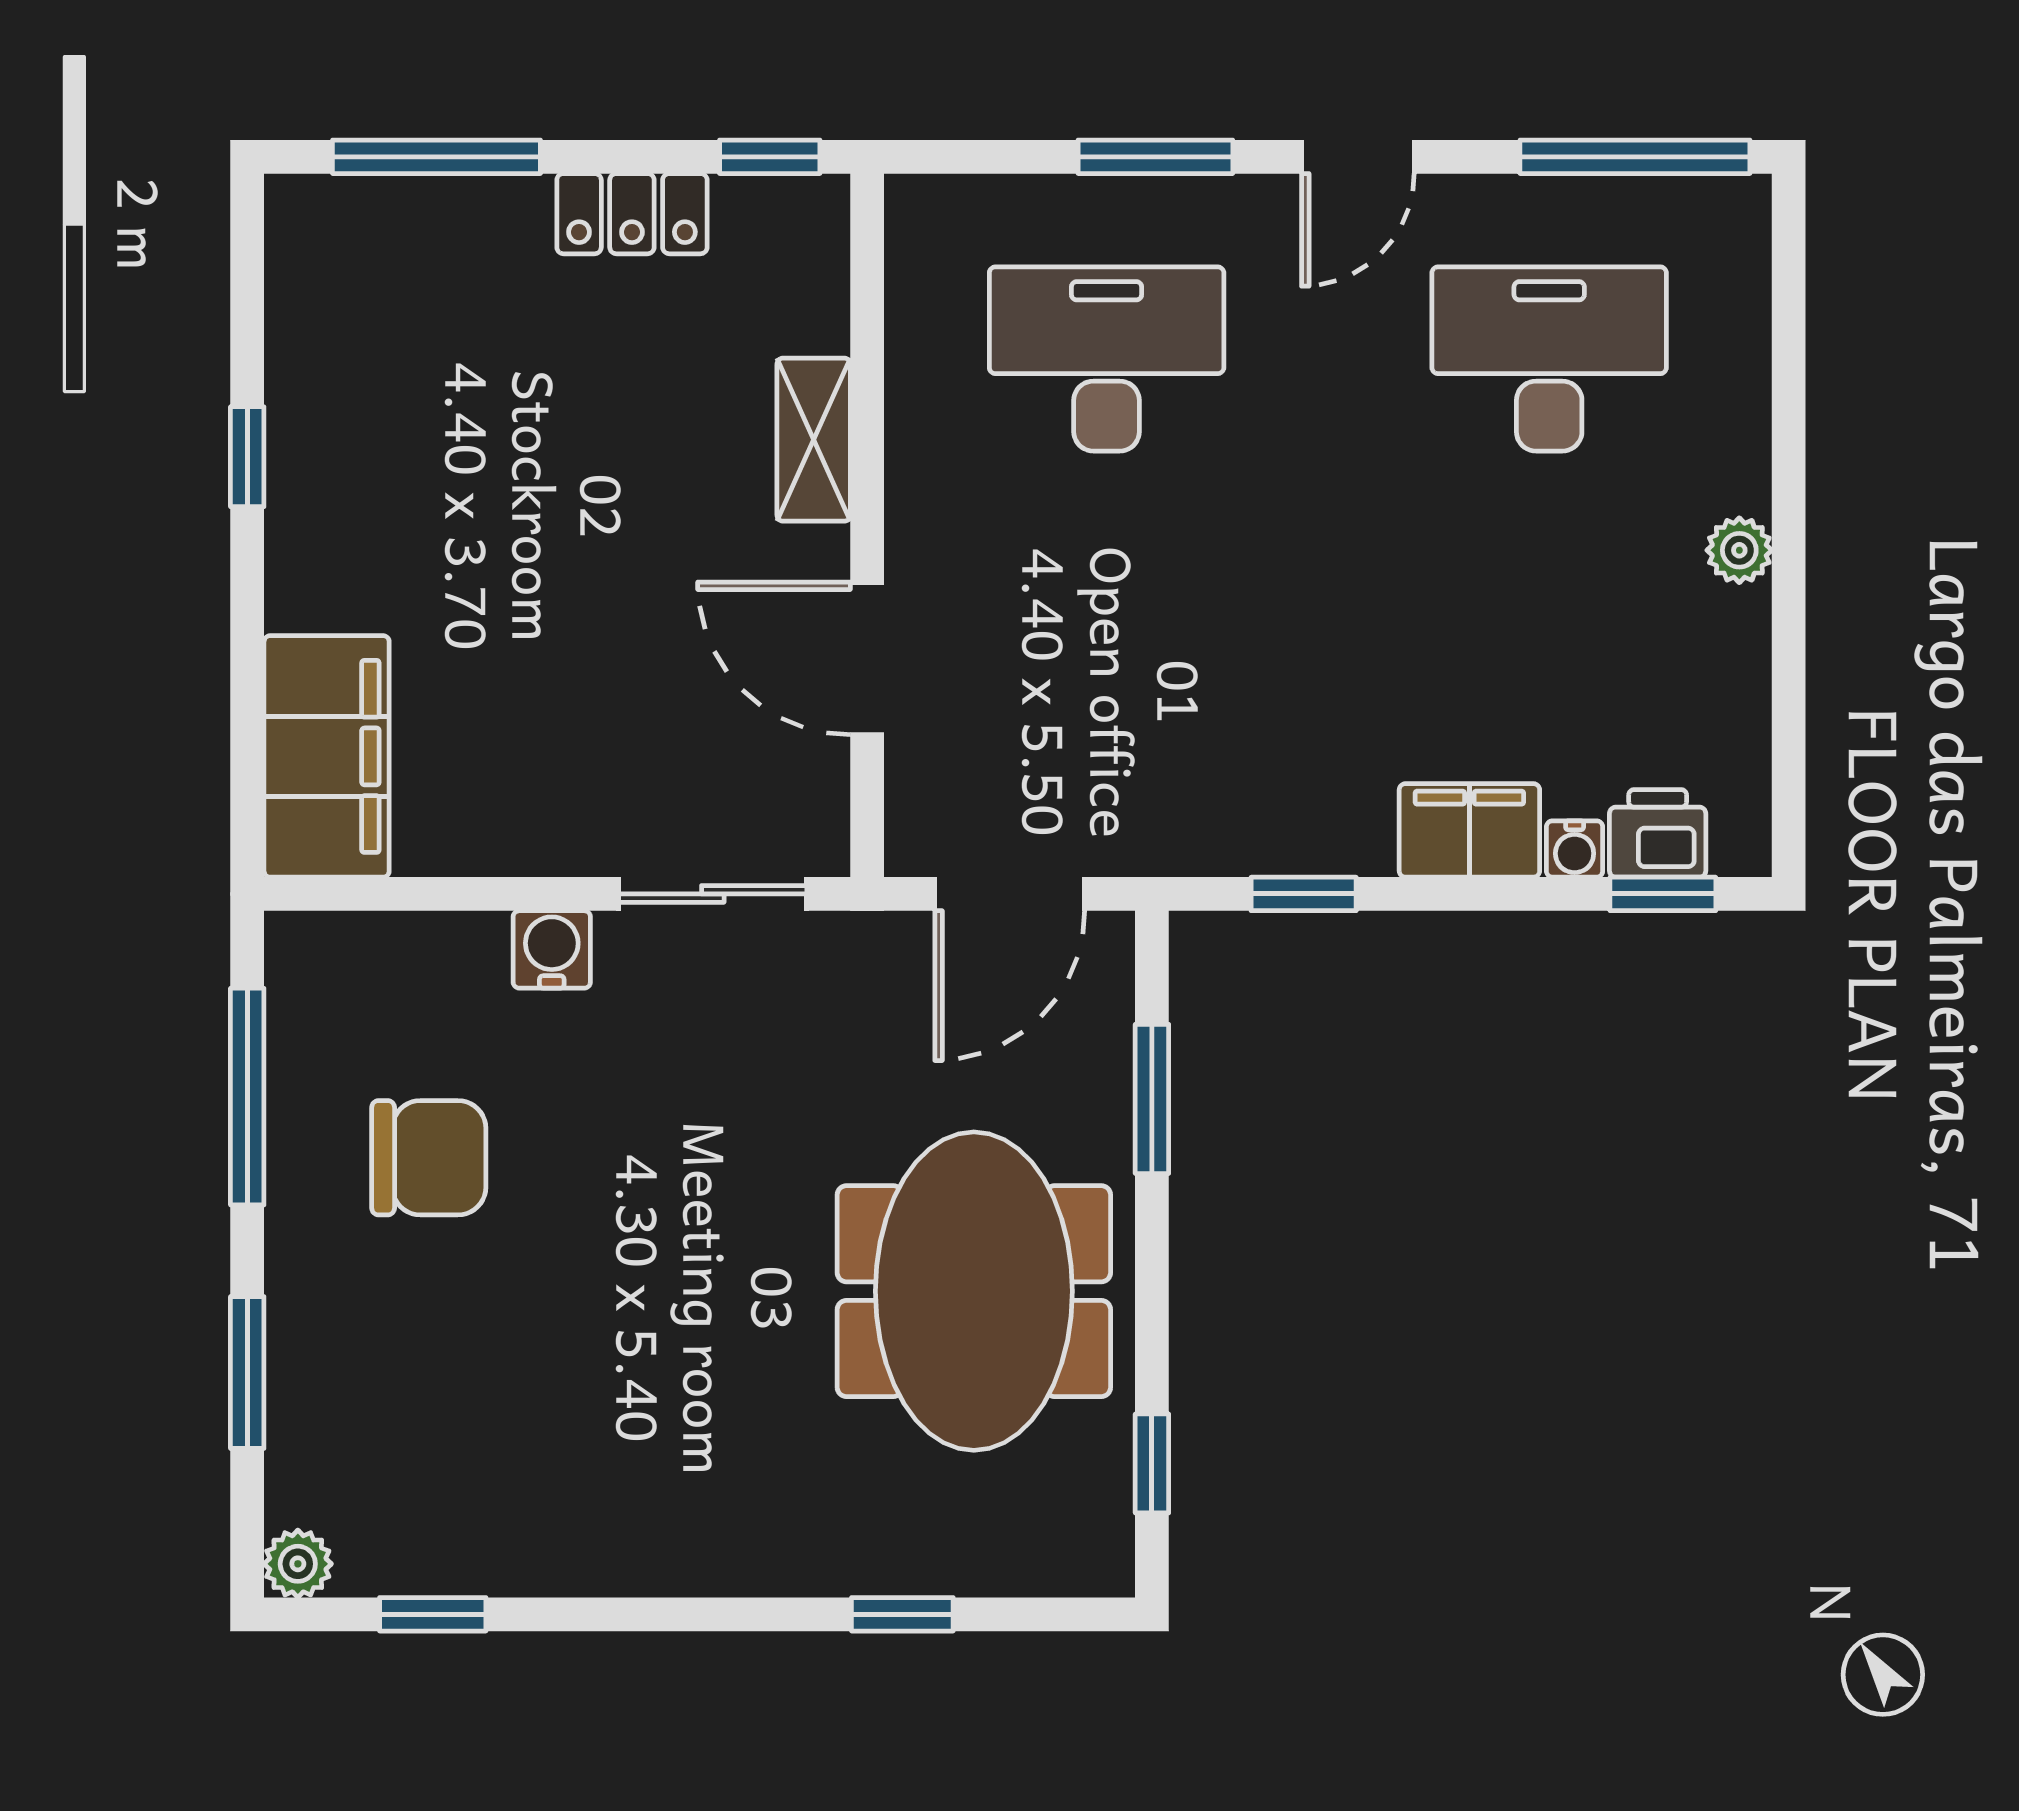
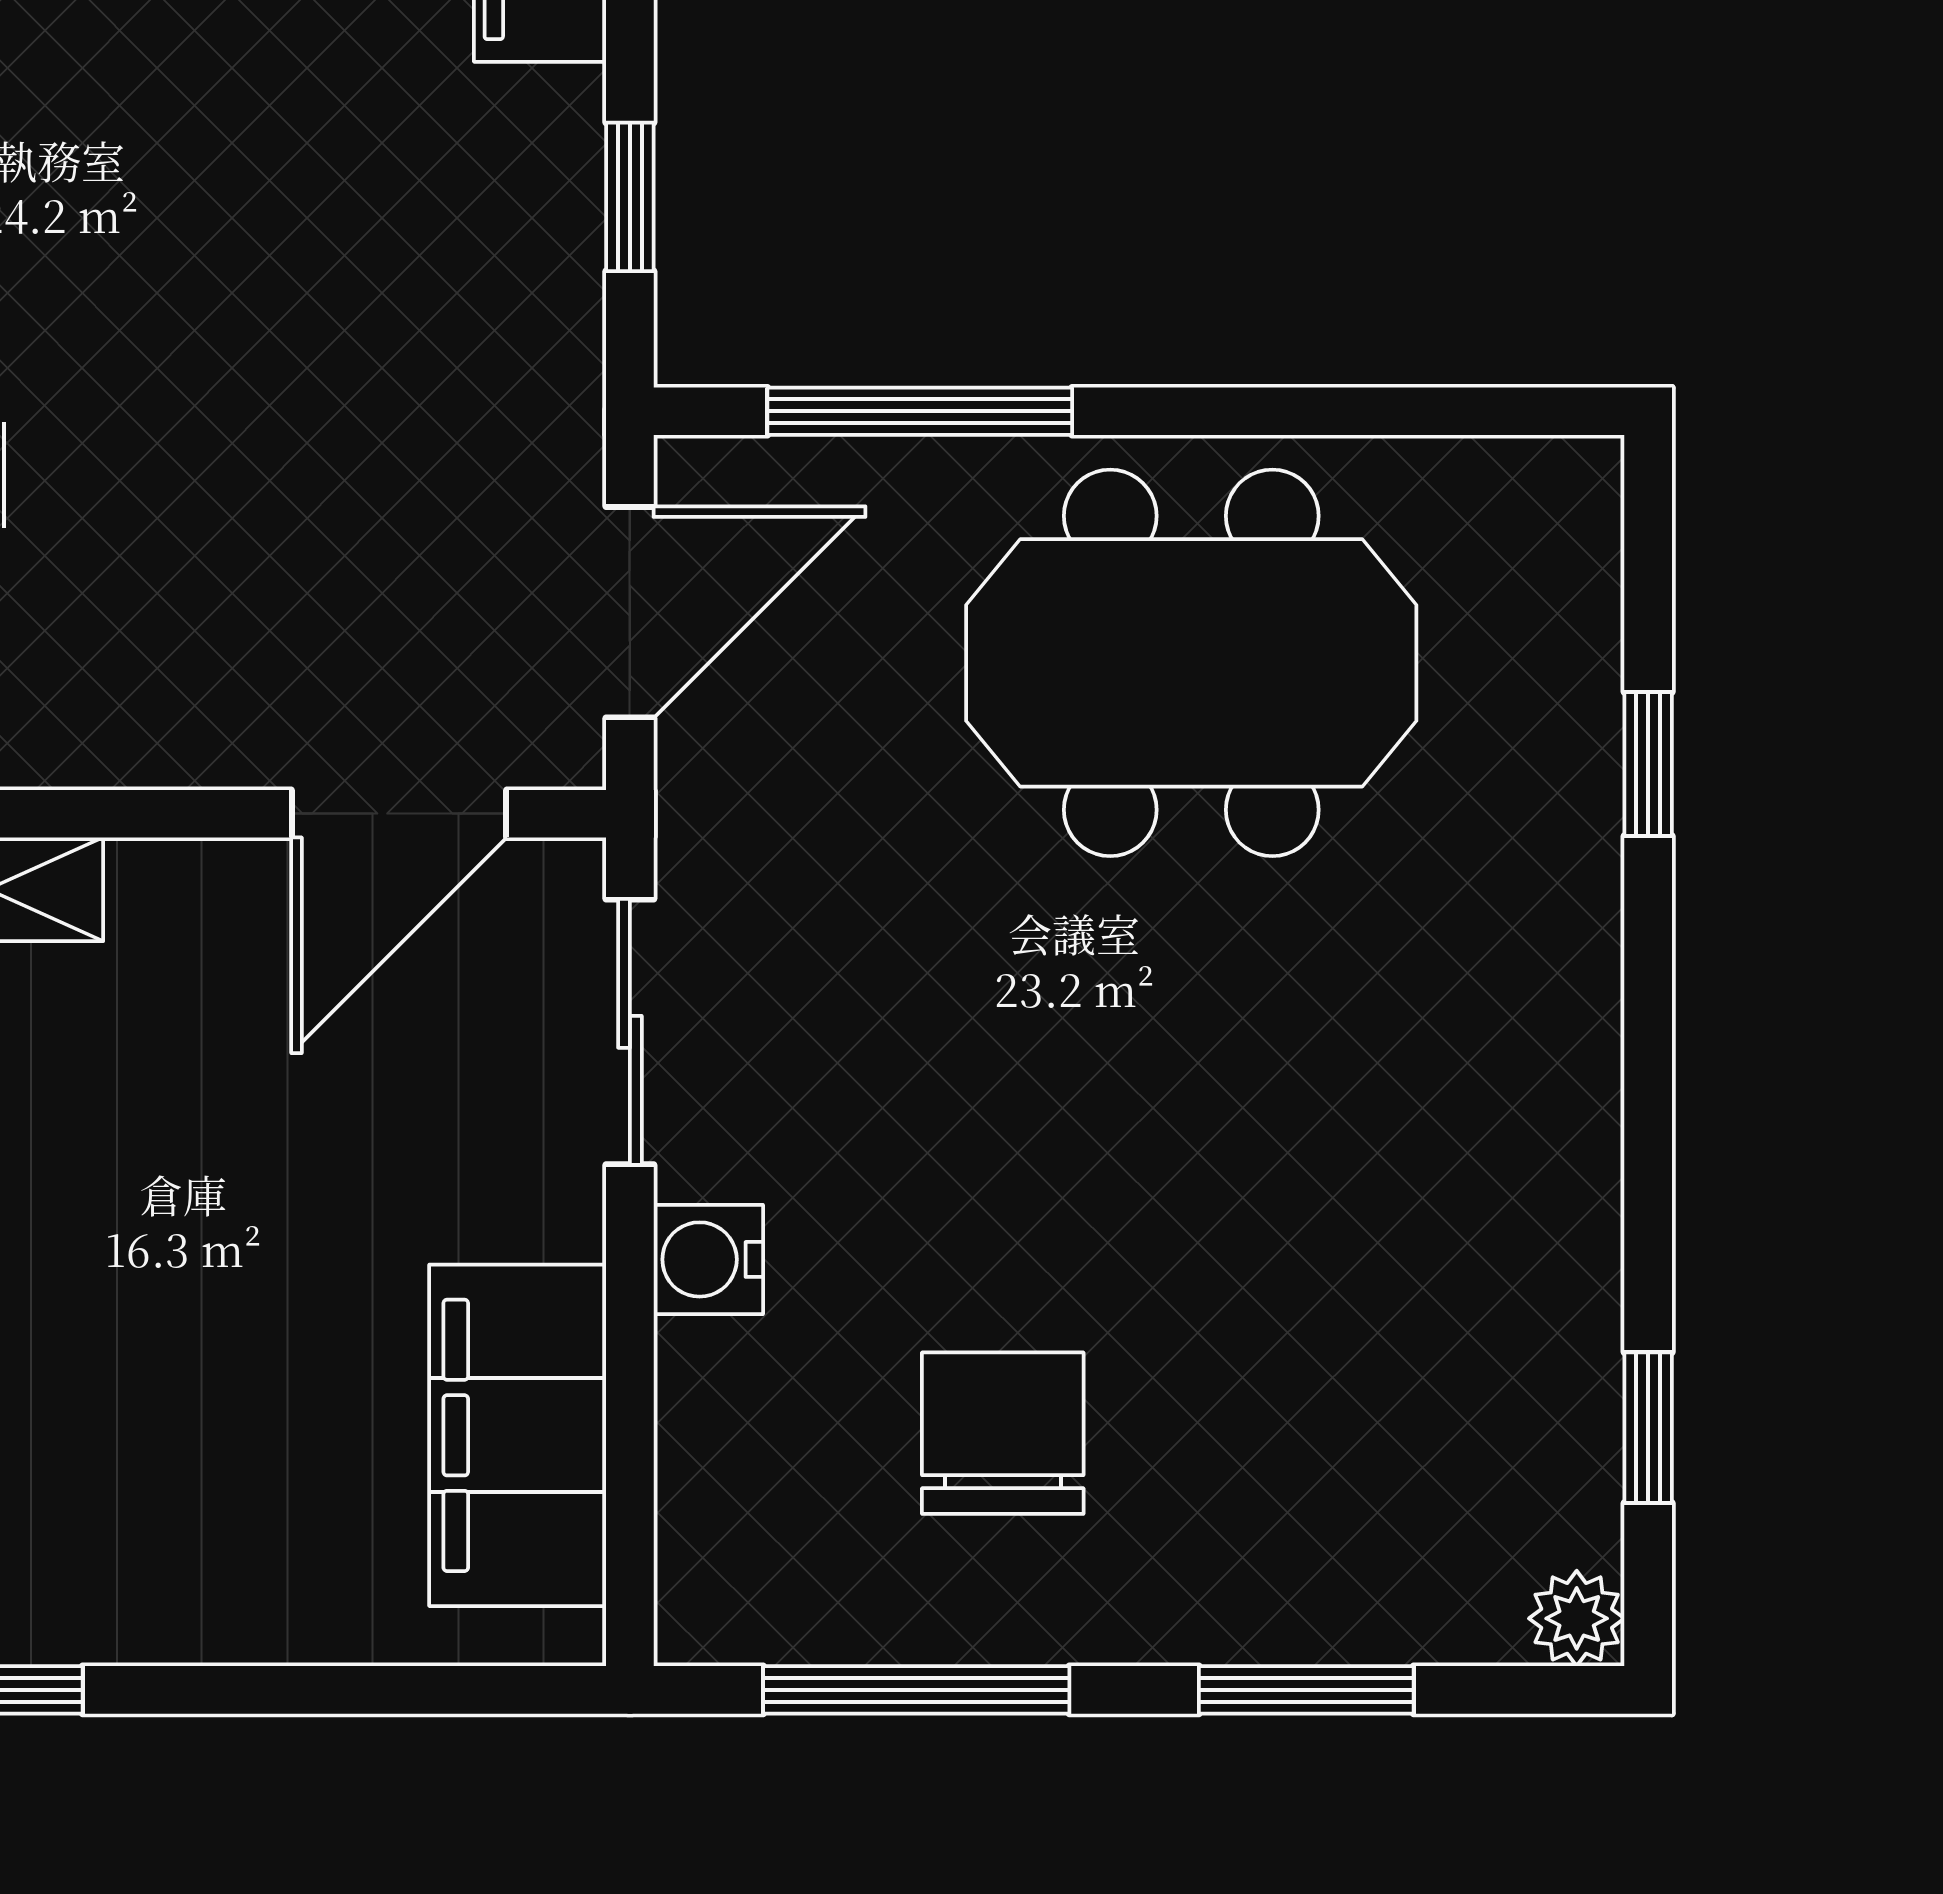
door: (867, 658) -> (399, 814), moved
filing cabinet: (327, 756) -> (518, 1435), moved, turned -90
door: (1010, 894) -> (630, 612), hinge flipped
window: (1152, 1099) -> (920, 411), width x1.44
window: (1152, 1463) -> (1435, 411), removed

